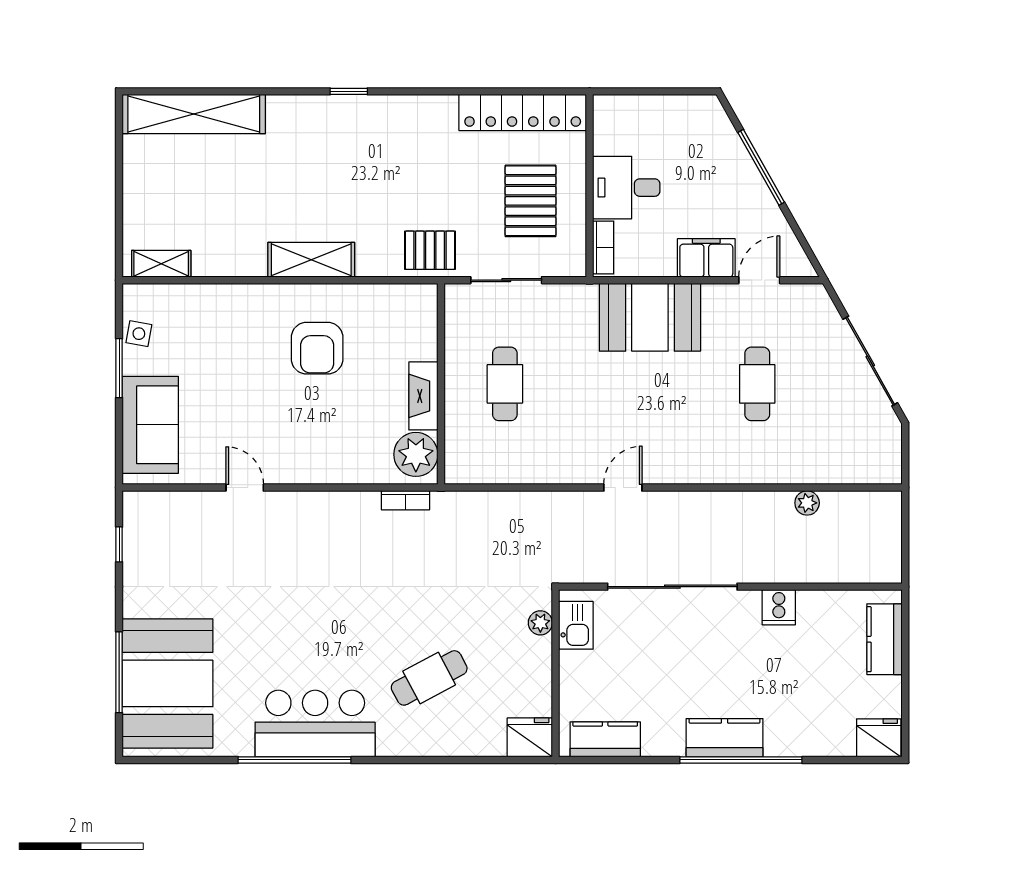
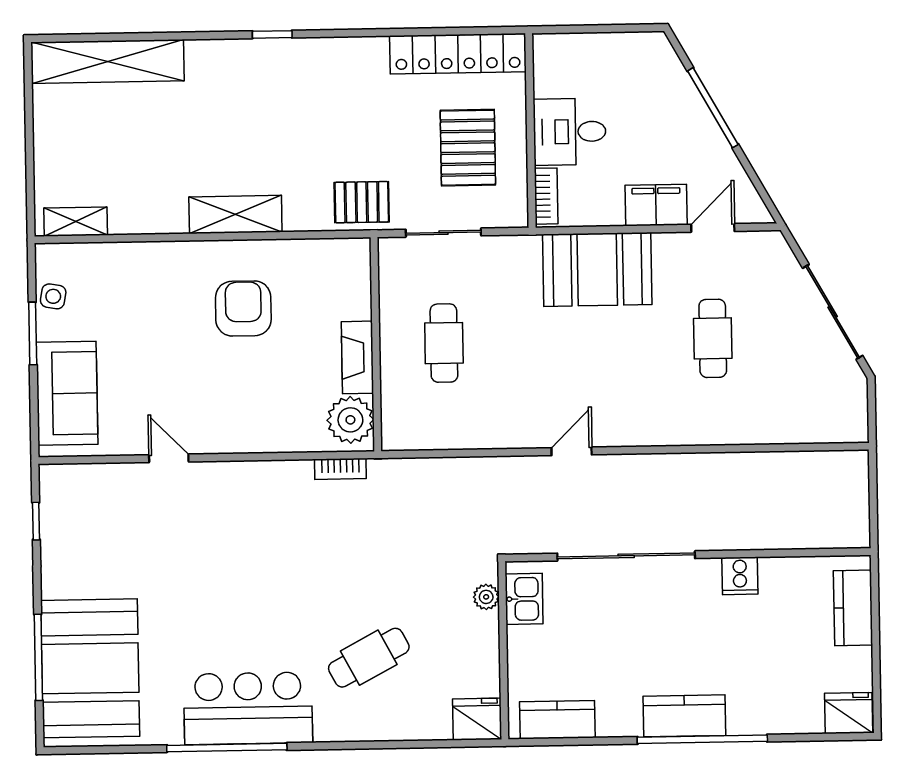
armchair: (317, 348) -> (243, 308), turned 180
plant: (807, 503) -> (768, 464), removed

